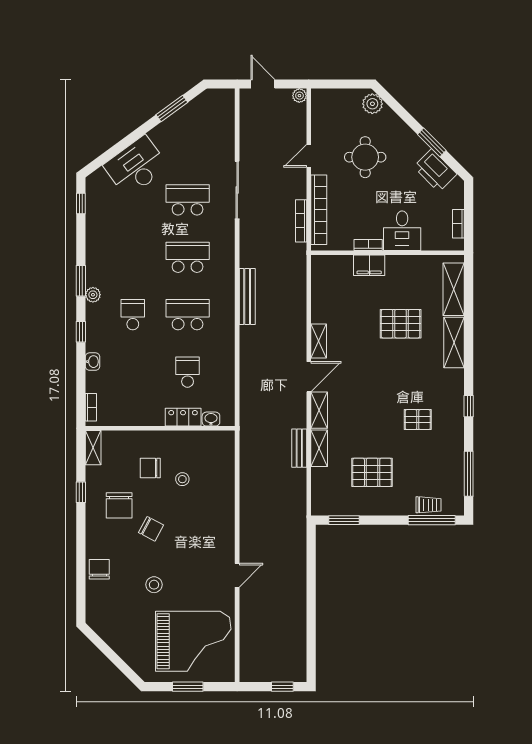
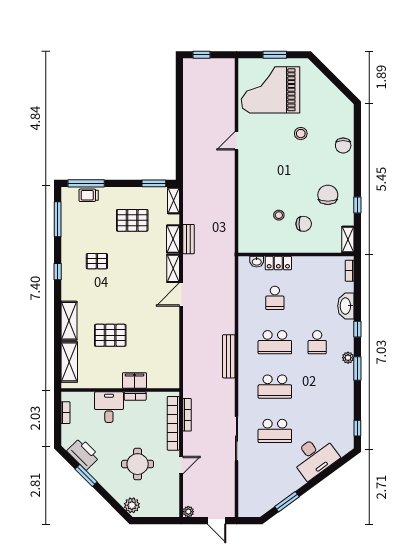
shelving: (319, 341) -> (174, 200), moved
washbasin: (92, 362) -> (346, 306), width x1.91, depth x1.45
chair: (151, 529) -> (303, 177), removed

